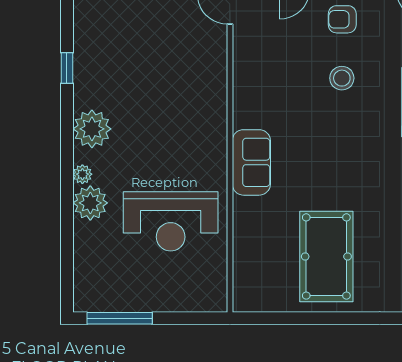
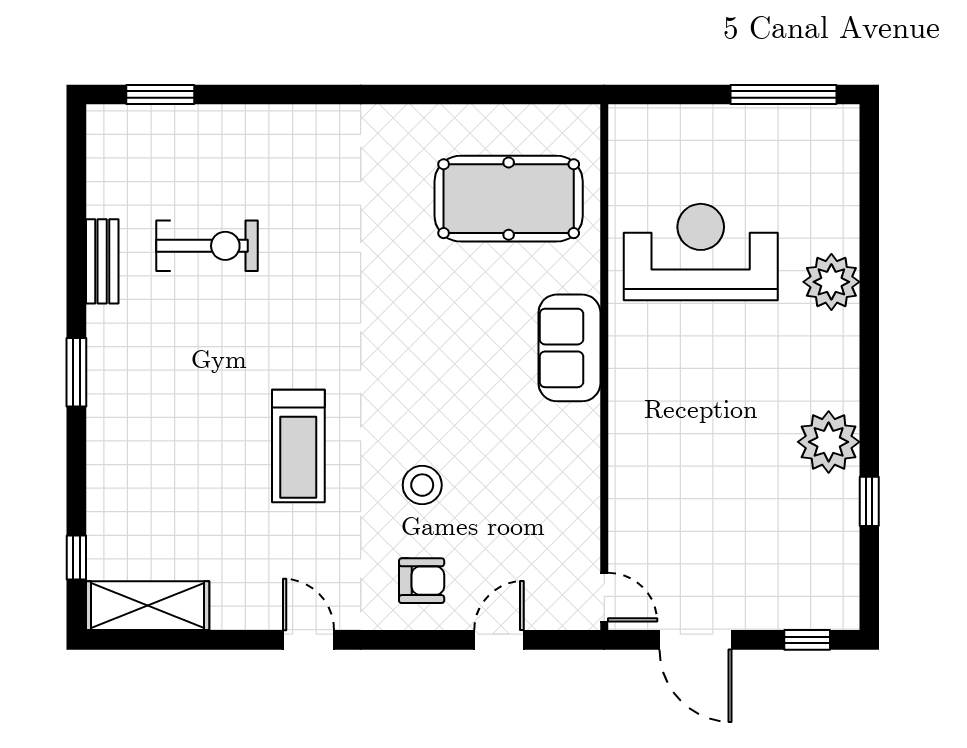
plant: (92, 129) -> (829, 442), moved
plant: (82, 174) -> (844, 329), removed
pool table: (326, 256) -> (509, 199), moved, turned 90

